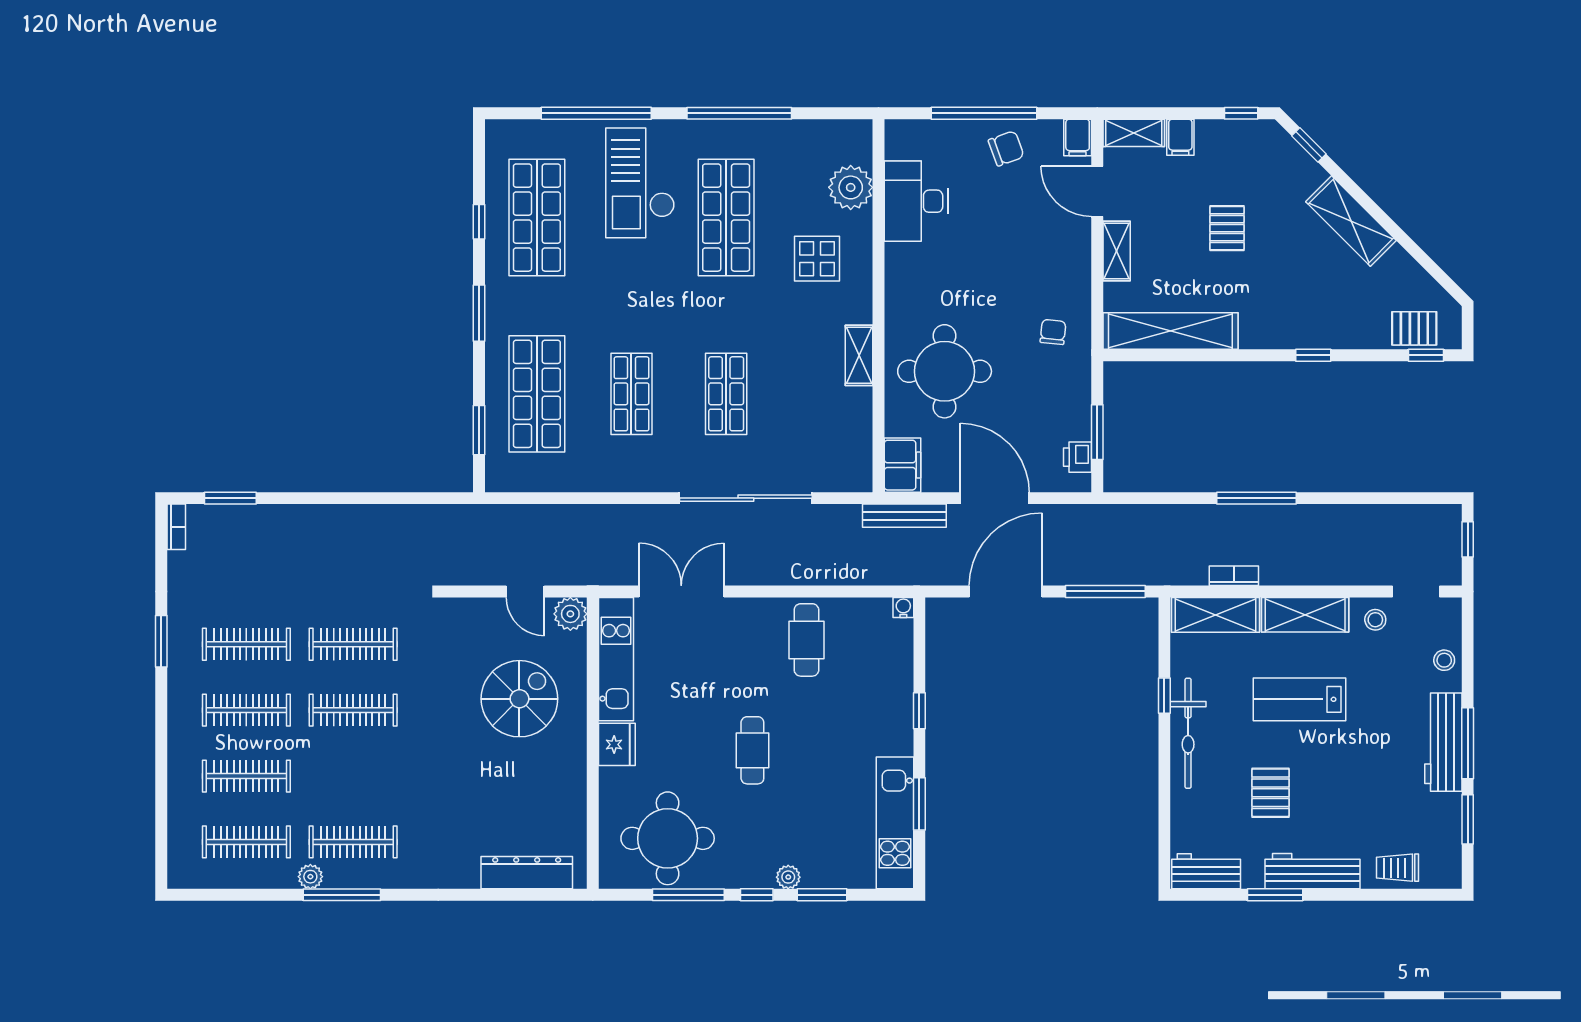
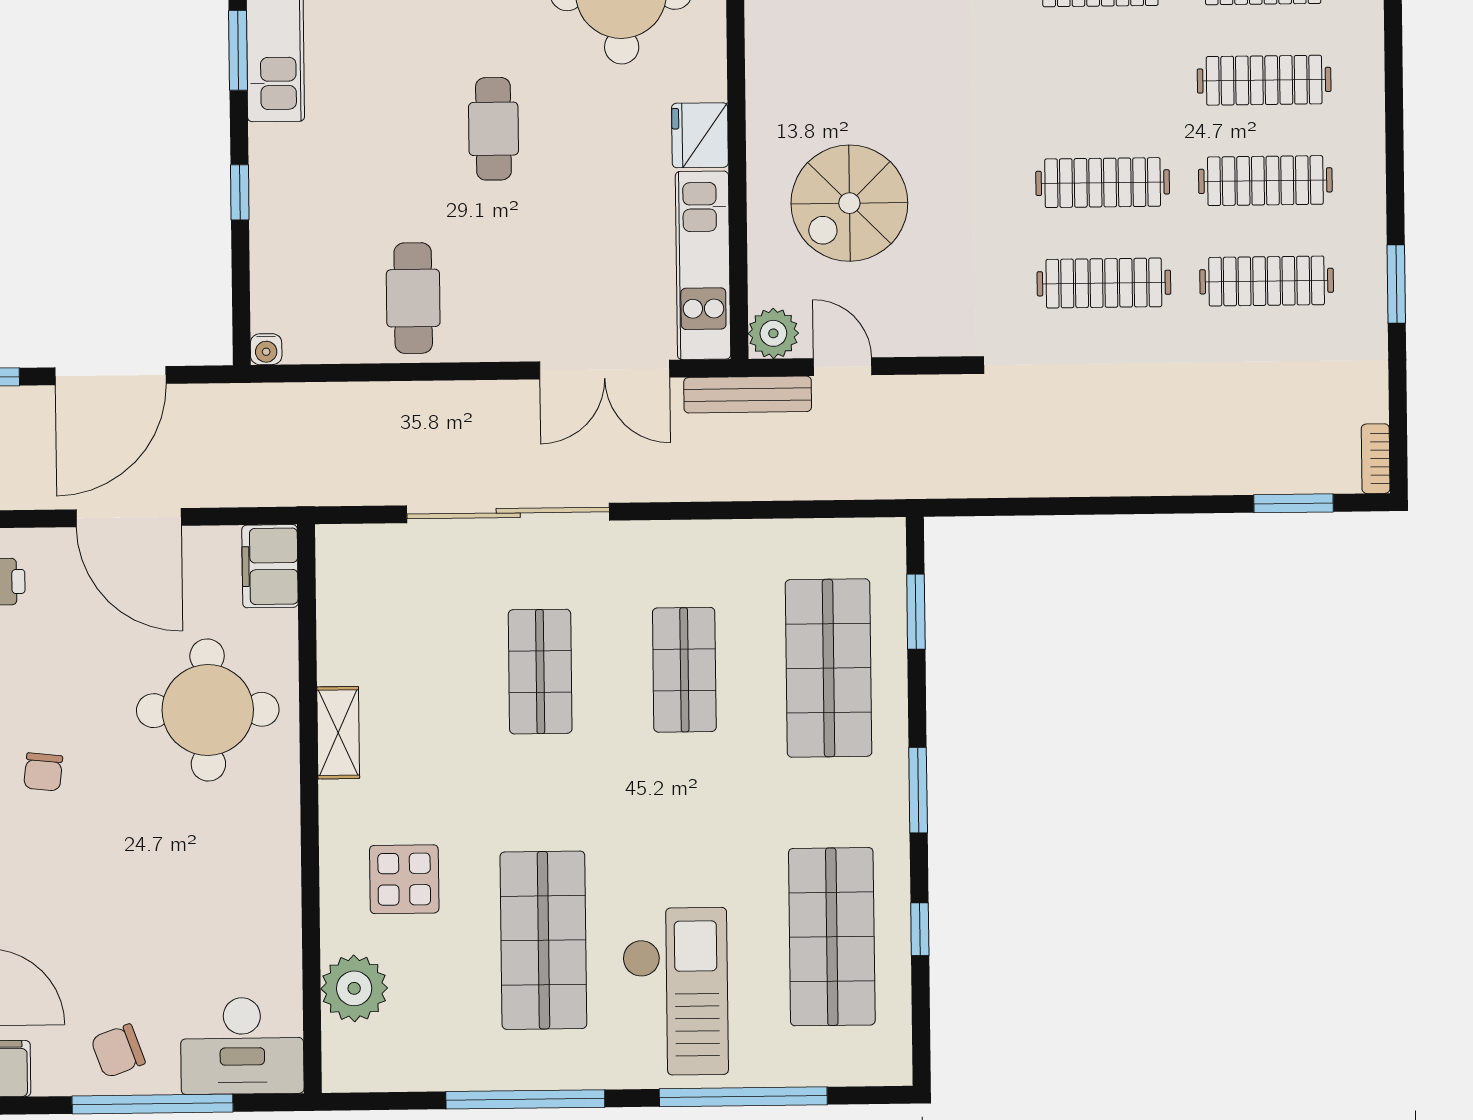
desk: (916, 201) -> (242, 1046), moved, turned 90
bench: (904, 516) -> (748, 395), moved

